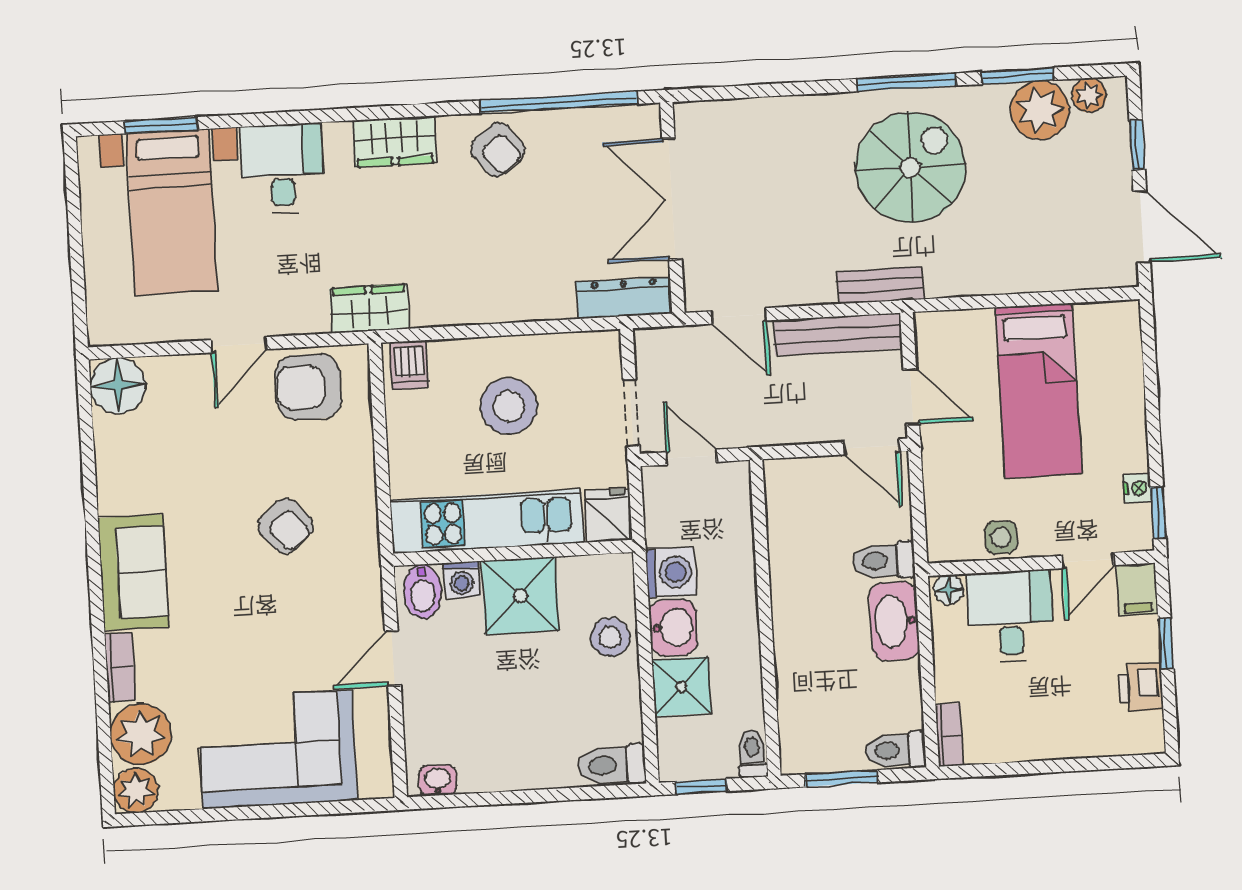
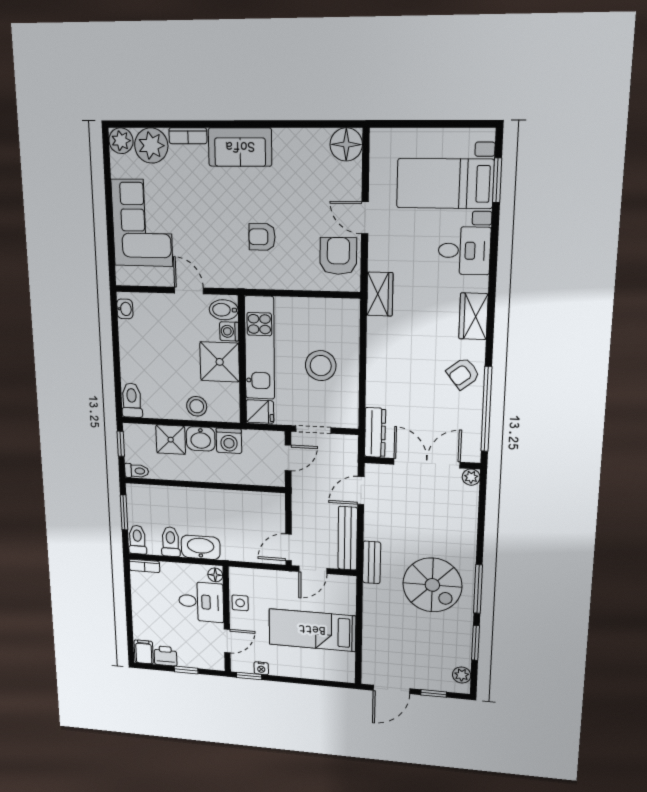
plant: (1040, 110) -> (471, 477), moved, width x0.53, depth x0.53
dishwasher: (409, 365) -> (347, 313), removed
armchair: (286, 526) -> (262, 237), turned 41
toilet: (884, 561) -> (171, 542), moved
door: (1088, 561) -> (227, 641), swing flipped
filing cabinet: (1137, 590) -> (144, 652), moved, turned 90

